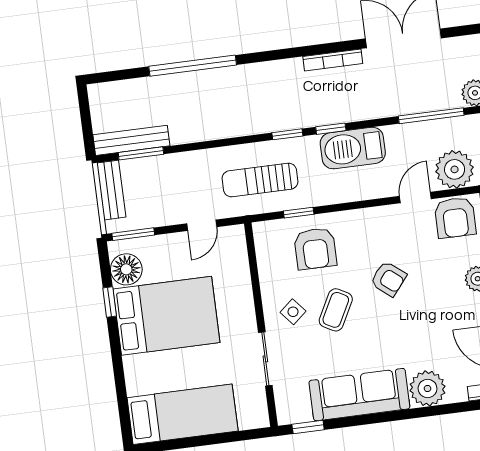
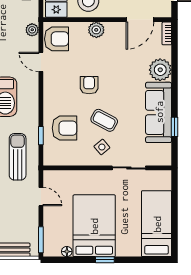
plant: (455, 169) -> (32, 30), width x0.53, depth x0.53
sun lounger: (260, 180) -> (18, 157), turned 180
floor lamp: (126, 269) -> (67, 252), width x0.53, depth x0.53
armchair: (388, 279) -> (89, 85), turned -39
window: (110, 302) -> (105, 260), moved
window: (308, 427) -> (175, 127), moved

